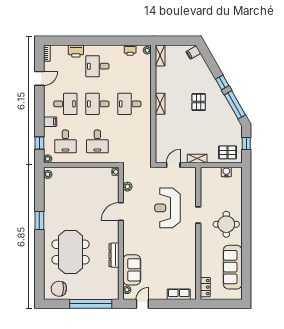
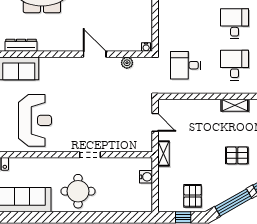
desk: (97, 141) -> (186, 65), moved
pallet: (228, 152) -> (193, 196), moved
water cooler: (226, 172) -> (146, 177), moved
reception desk: (168, 208) -> (35, 120), moved, turned 90
dresser: (114, 255) -> (21, 45), moved

